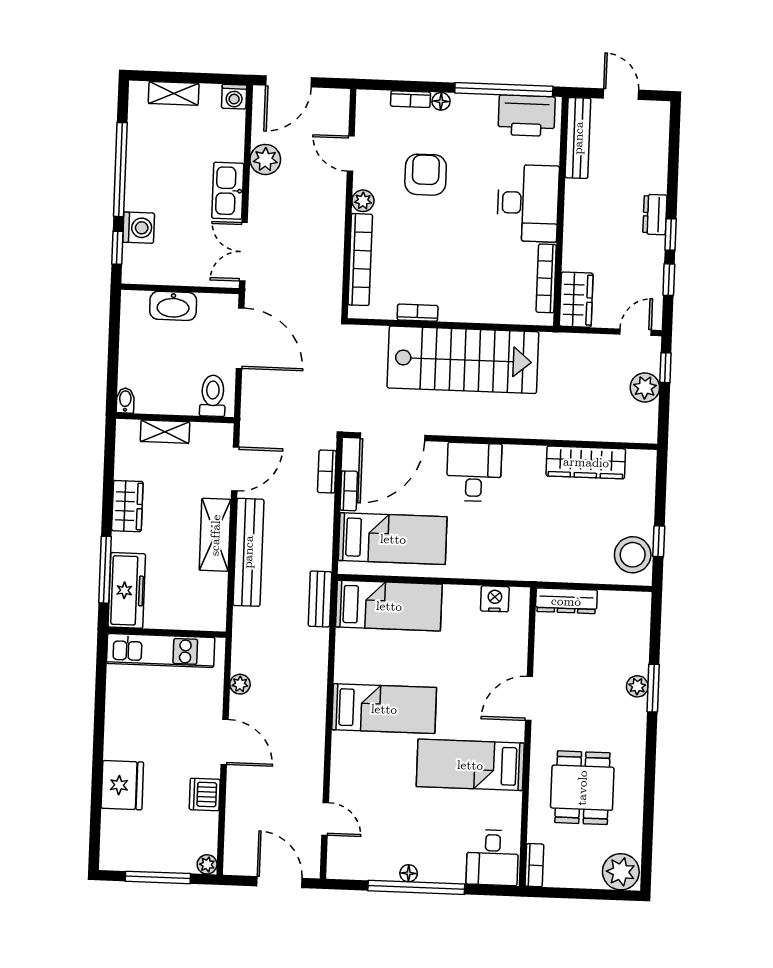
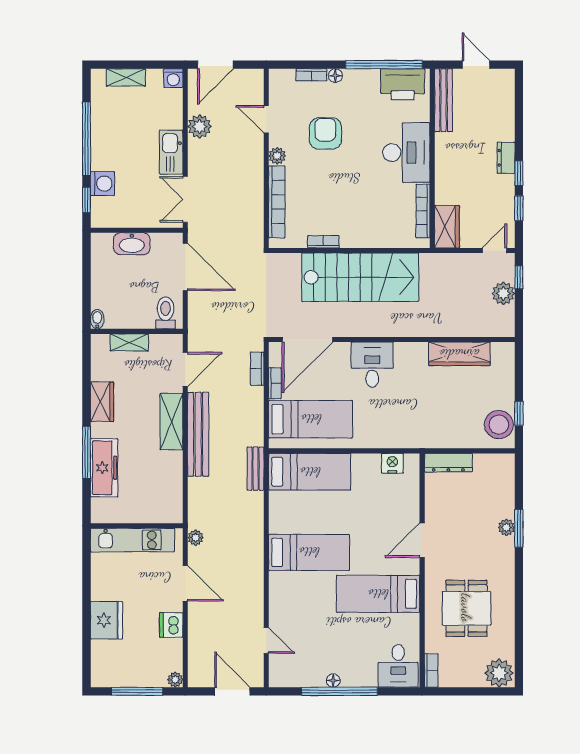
wall: (167, 632) -> (137, 526), moved
kitchen unit: (161, 650) -> (132, 540), moved

